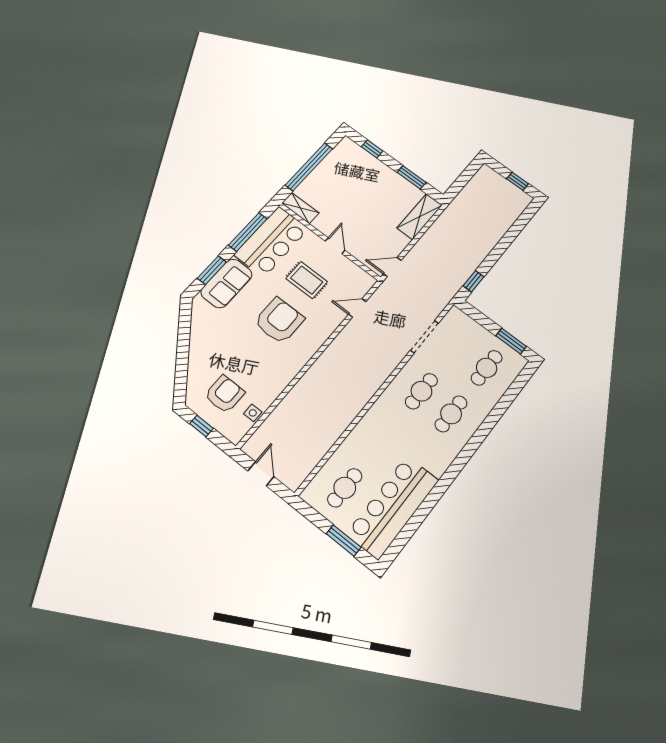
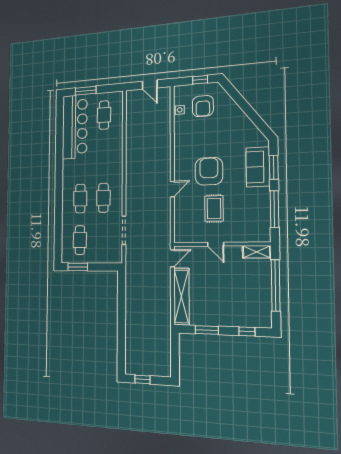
shelving: (420, 217) -> (182, 296), width x1.47
bar counter: (271, 242) -> (255, 215), removed
rug: (307, 280) -> (214, 209), turned 90
window: (474, 281) -> (122, 287), removed
door: (357, 308) -> (172, 189), moved
armchair: (279, 321) -> (209, 171), turned 180

